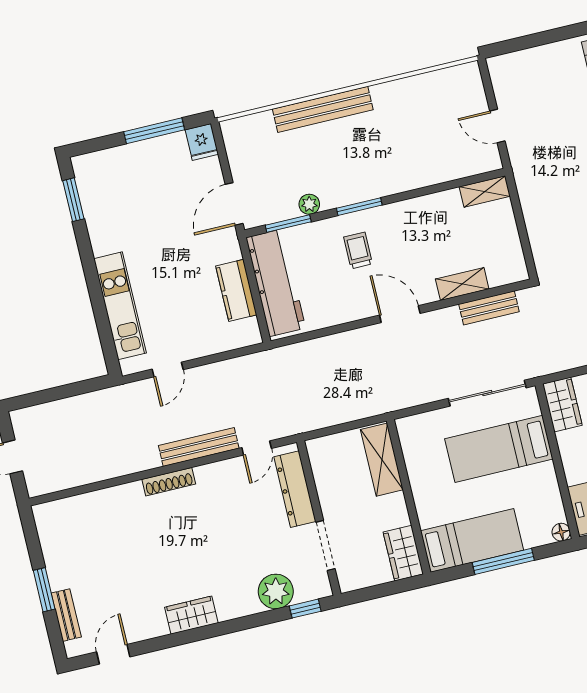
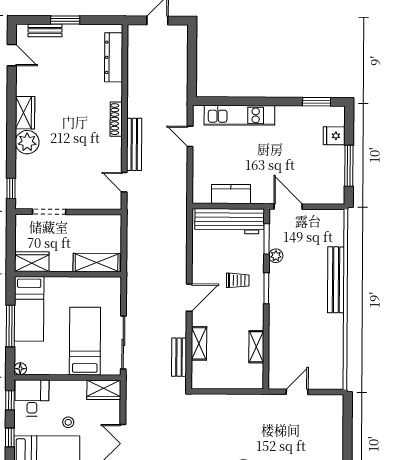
fridge: (202, 142) -> (334, 136), moved
shelving: (485, 191) -> (256, 347), moved
dresser: (295, 489) -> (114, 57), moved, turned -90
plant: (276, 591) -> (27, 142), moved

